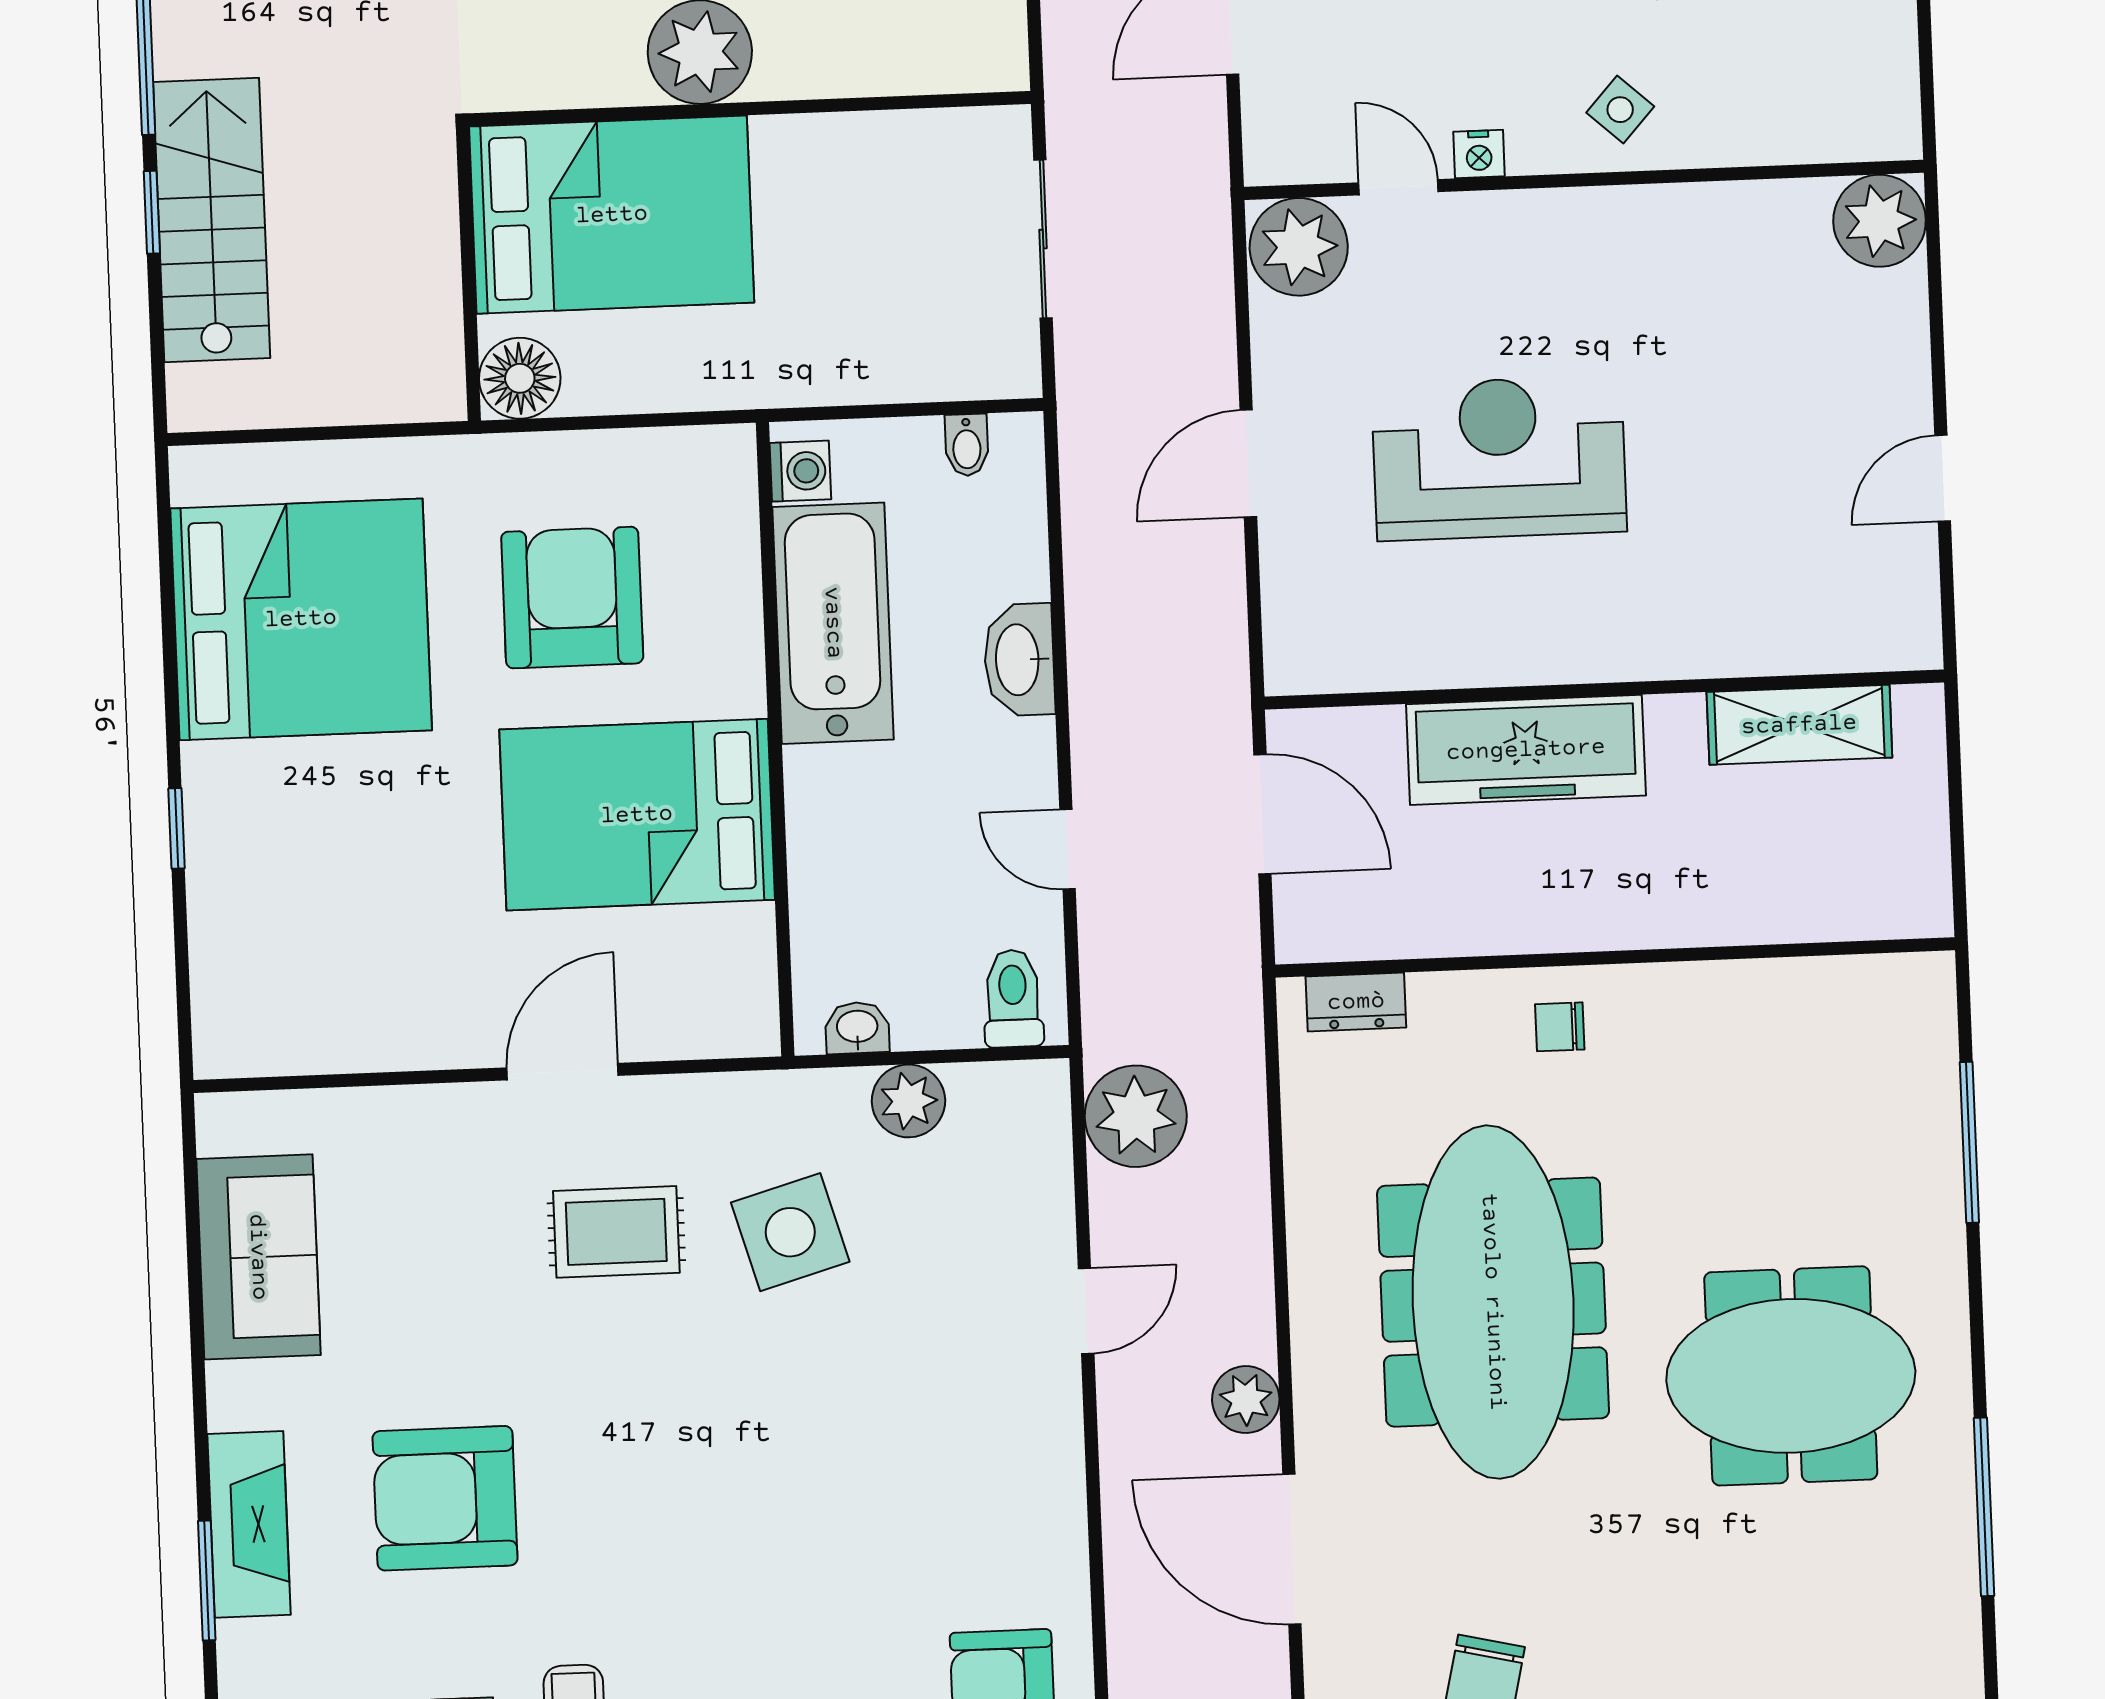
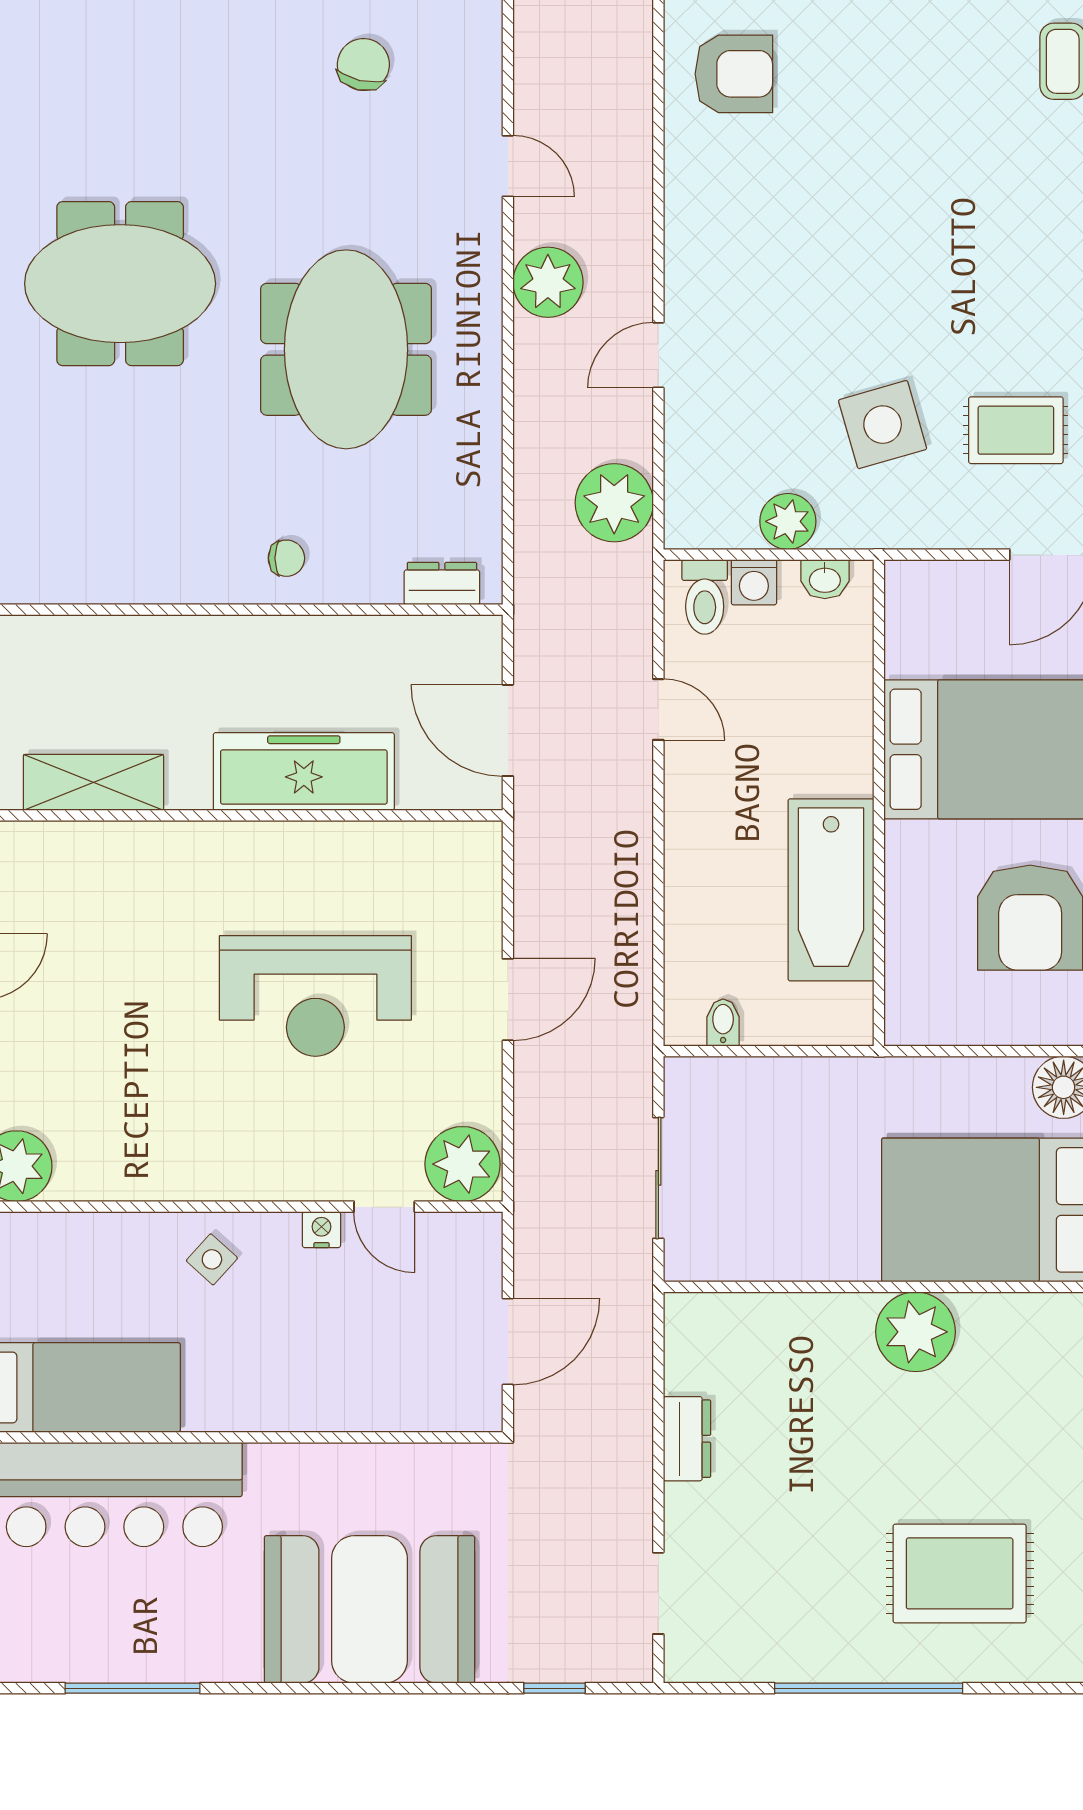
washing machine: (800, 471) -> (754, 582), moved, turned -90
washbasin: (1019, 660) -> (689, 856), removed
meeting table: (1493, 1302) -> (346, 349), width x0.73
plant: (1246, 1400) -> (548, 282), width x1.36, depth x1.36
door: (1292, 1549) -> (508, 166), width x0.53

